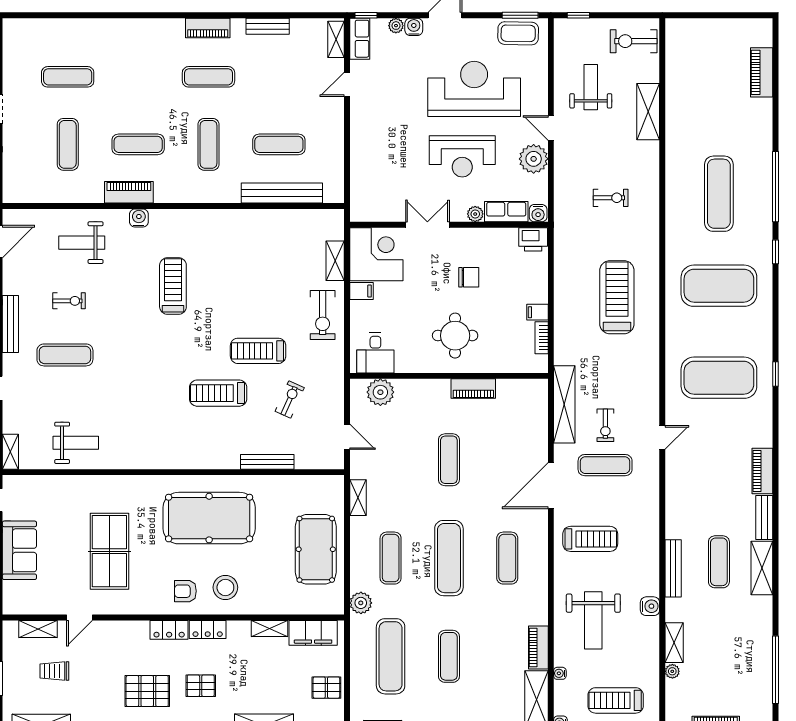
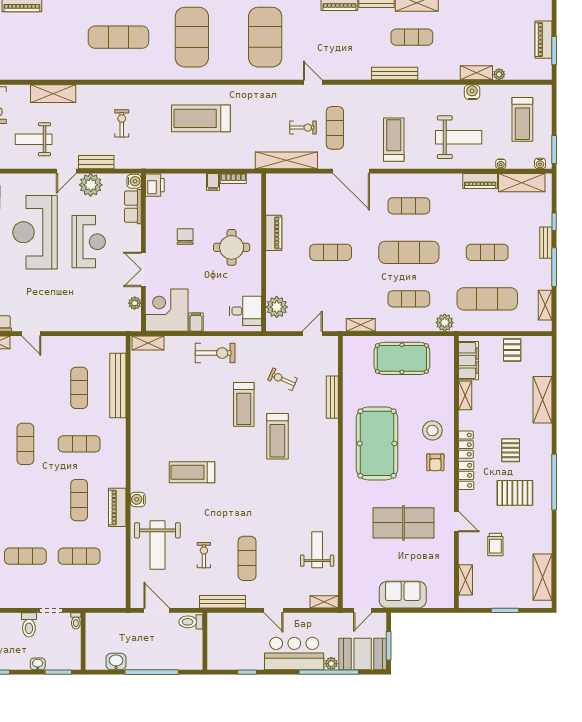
exercise mat: (68, 77) -> (25, 556), turned 90
bench: (562, 166) -> (96, 162), added
plant: (475, 214) -> (135, 303), moved
weight bench: (82, 243) -> (157, 545), width x1.36, depth x1.33
shelving: (335, 261) -> (148, 343), moved
bench: (673, 568) -> (395, 74), moved
water cooler: (650, 606) -> (472, 92), moved
door: (80, 617) -> (456, 522), moved
trolley: (54, 671) -> (495, 545), moved
pallet: (147, 691) -> (515, 493), turned 90

